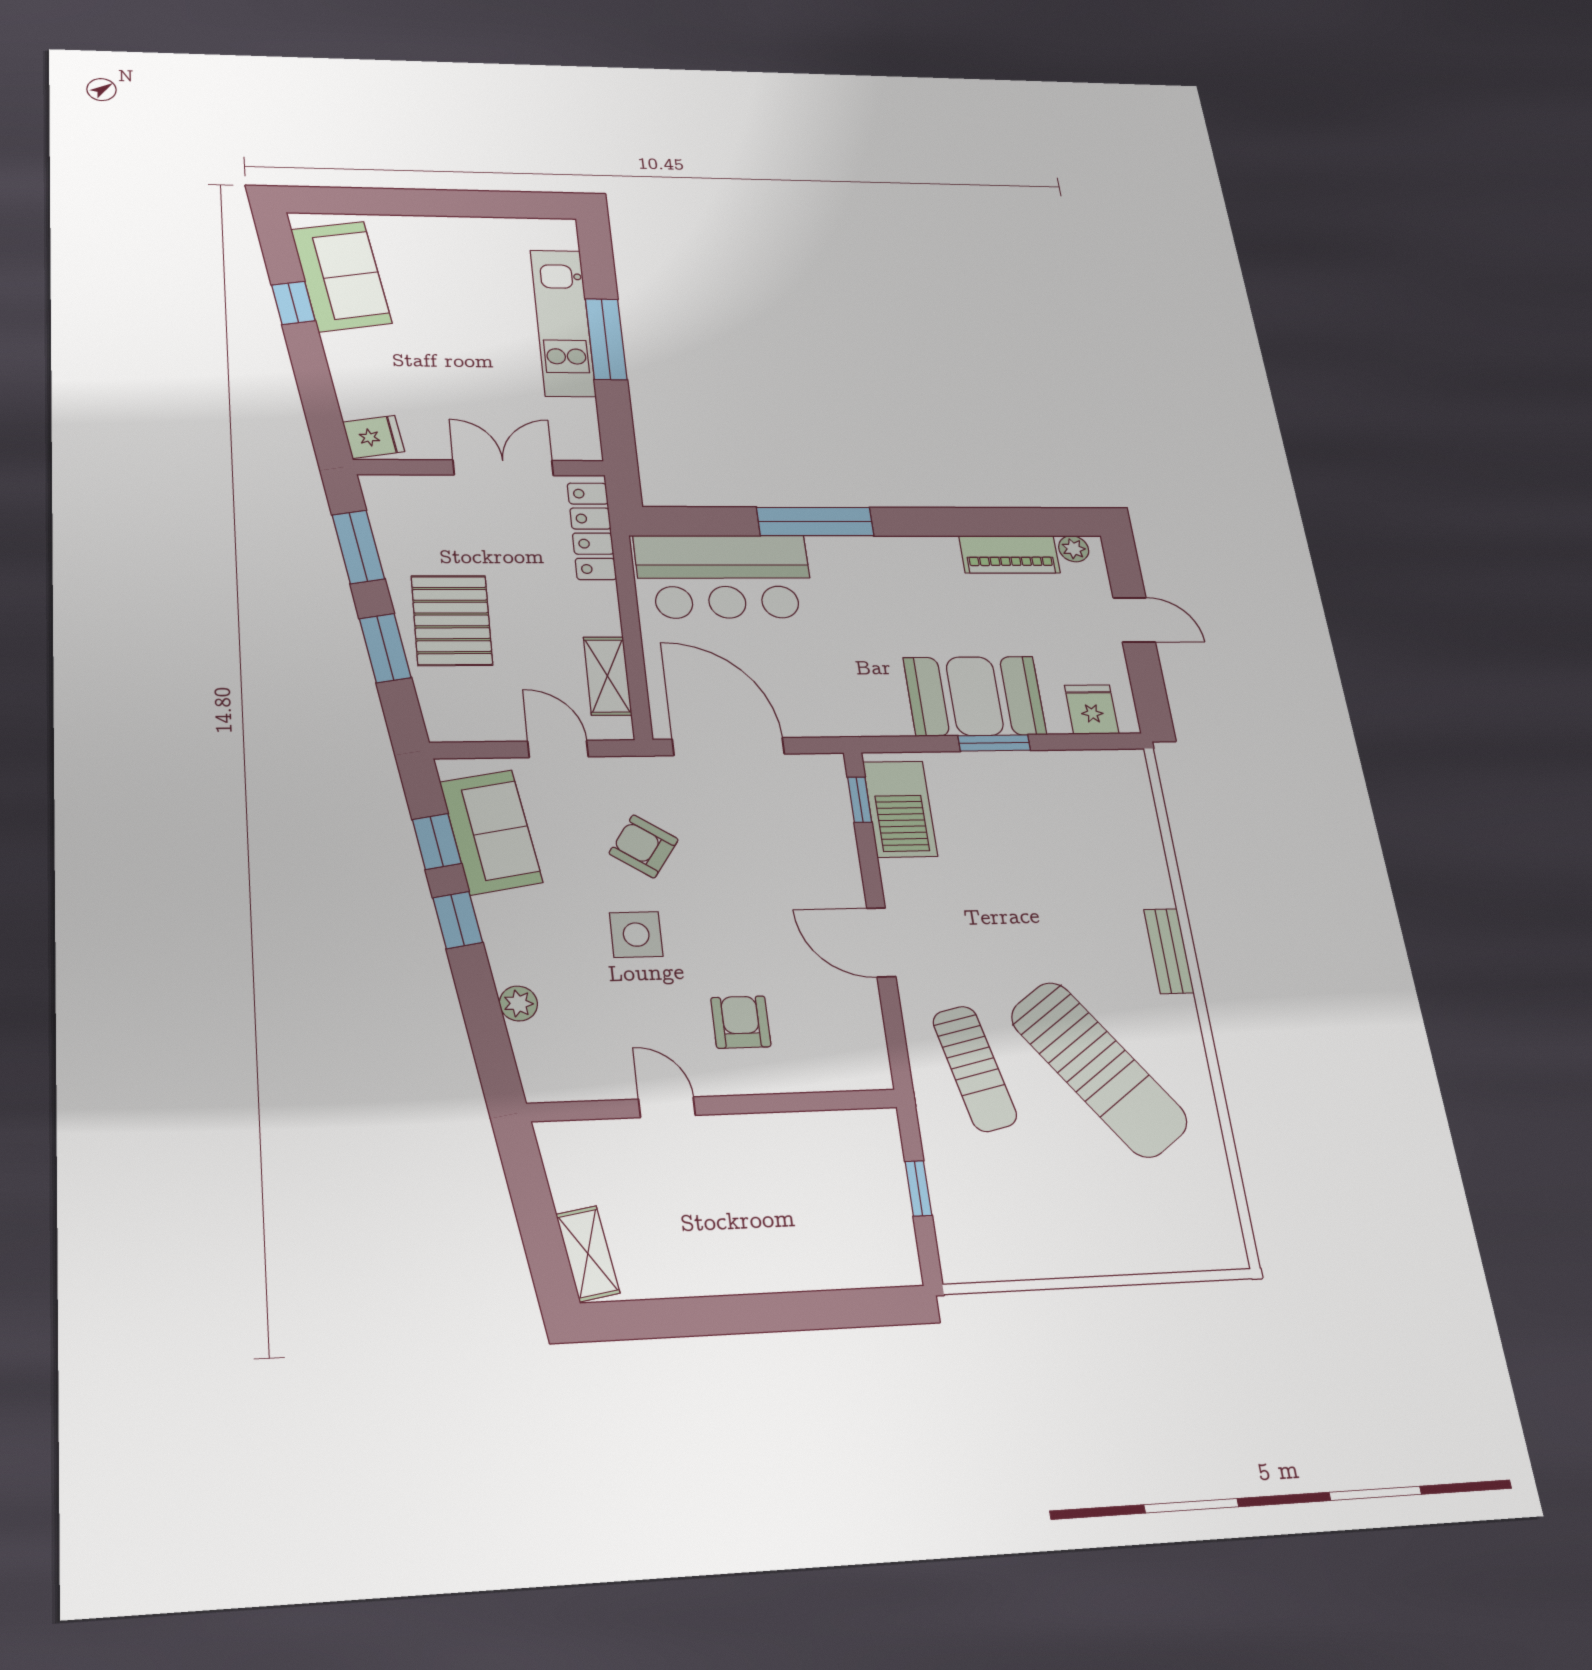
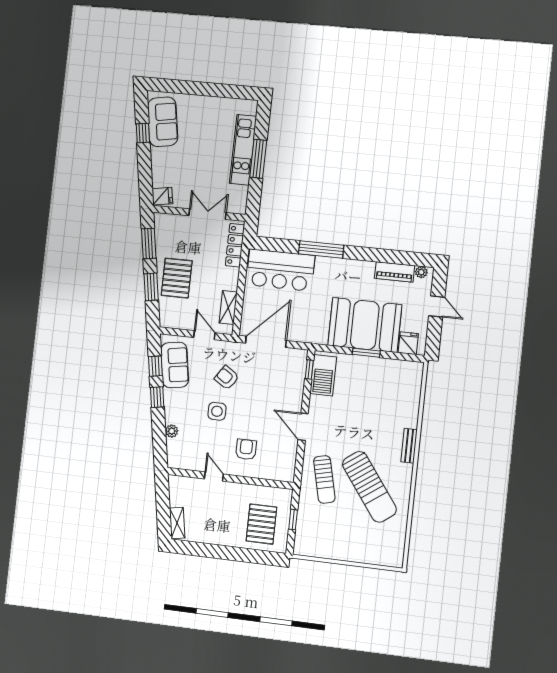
booth: (975, 696) -> (365, 325), width x1.36, depth x1.42
door: (728, 747) -> (266, 342), hinge flipped
pallet: (833, 1215) -> (261, 524), added

